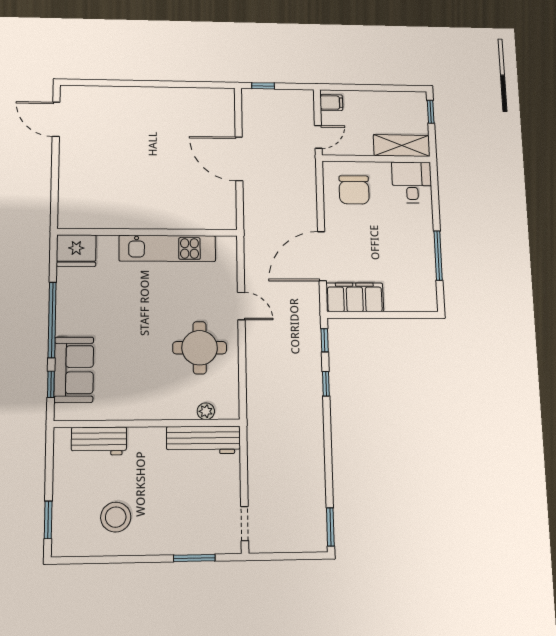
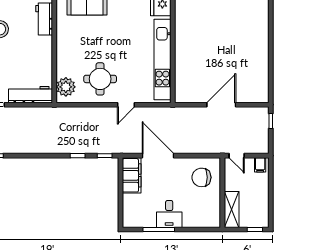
desk: (412, 182) -> (169, 214), moved, turned 90
kitchen unit: (167, 248) -> (162, 60), width x1.36
plant: (206, 411) -> (66, 87), width x1.87, depth x1.87
workbench: (204, 440) -> (30, 95), moved, turned 90

